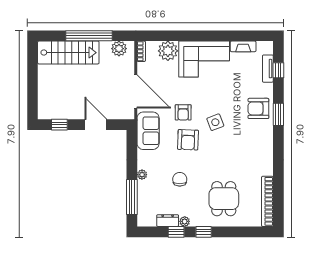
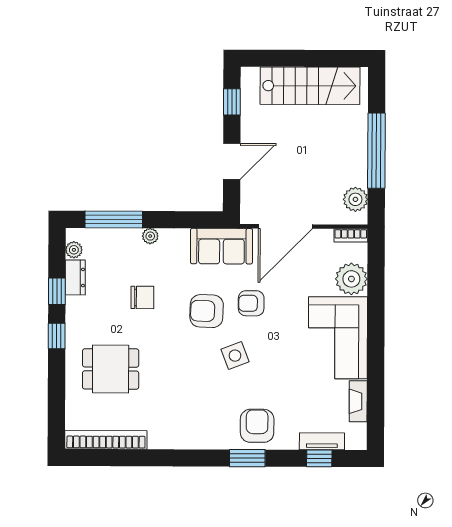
stairs: (68, 53) -> (310, 86), moved, turned -90
plant: (185, 221) -> (74, 250), moved

